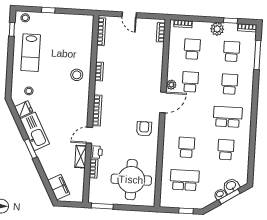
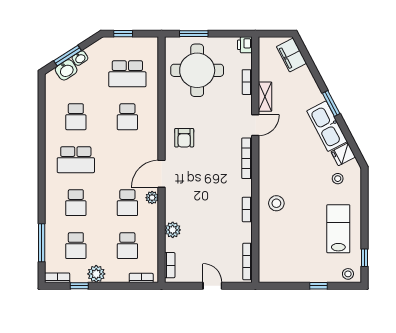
plant: (157, 59) -> (173, 230), added
printer: (96, 152) -> (245, 45), moved
window: (102, 206) -> (194, 34), moved

